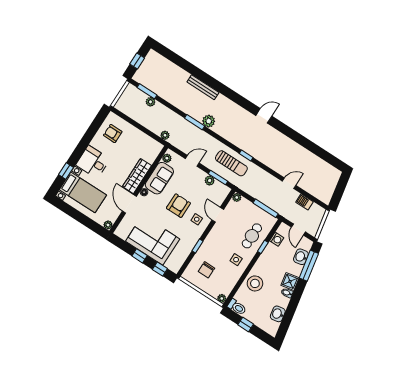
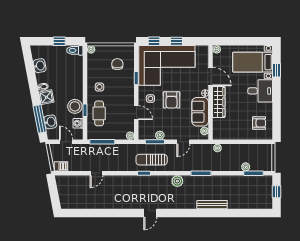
plant: (209, 121) -> (177, 181), moved
barbecue: (304, 202) -> (61, 166), moved
corner sofa: (153, 240) -> (167, 65), width x1.36, depth x1.36
stool: (255, 283) -> (75, 106), moved

